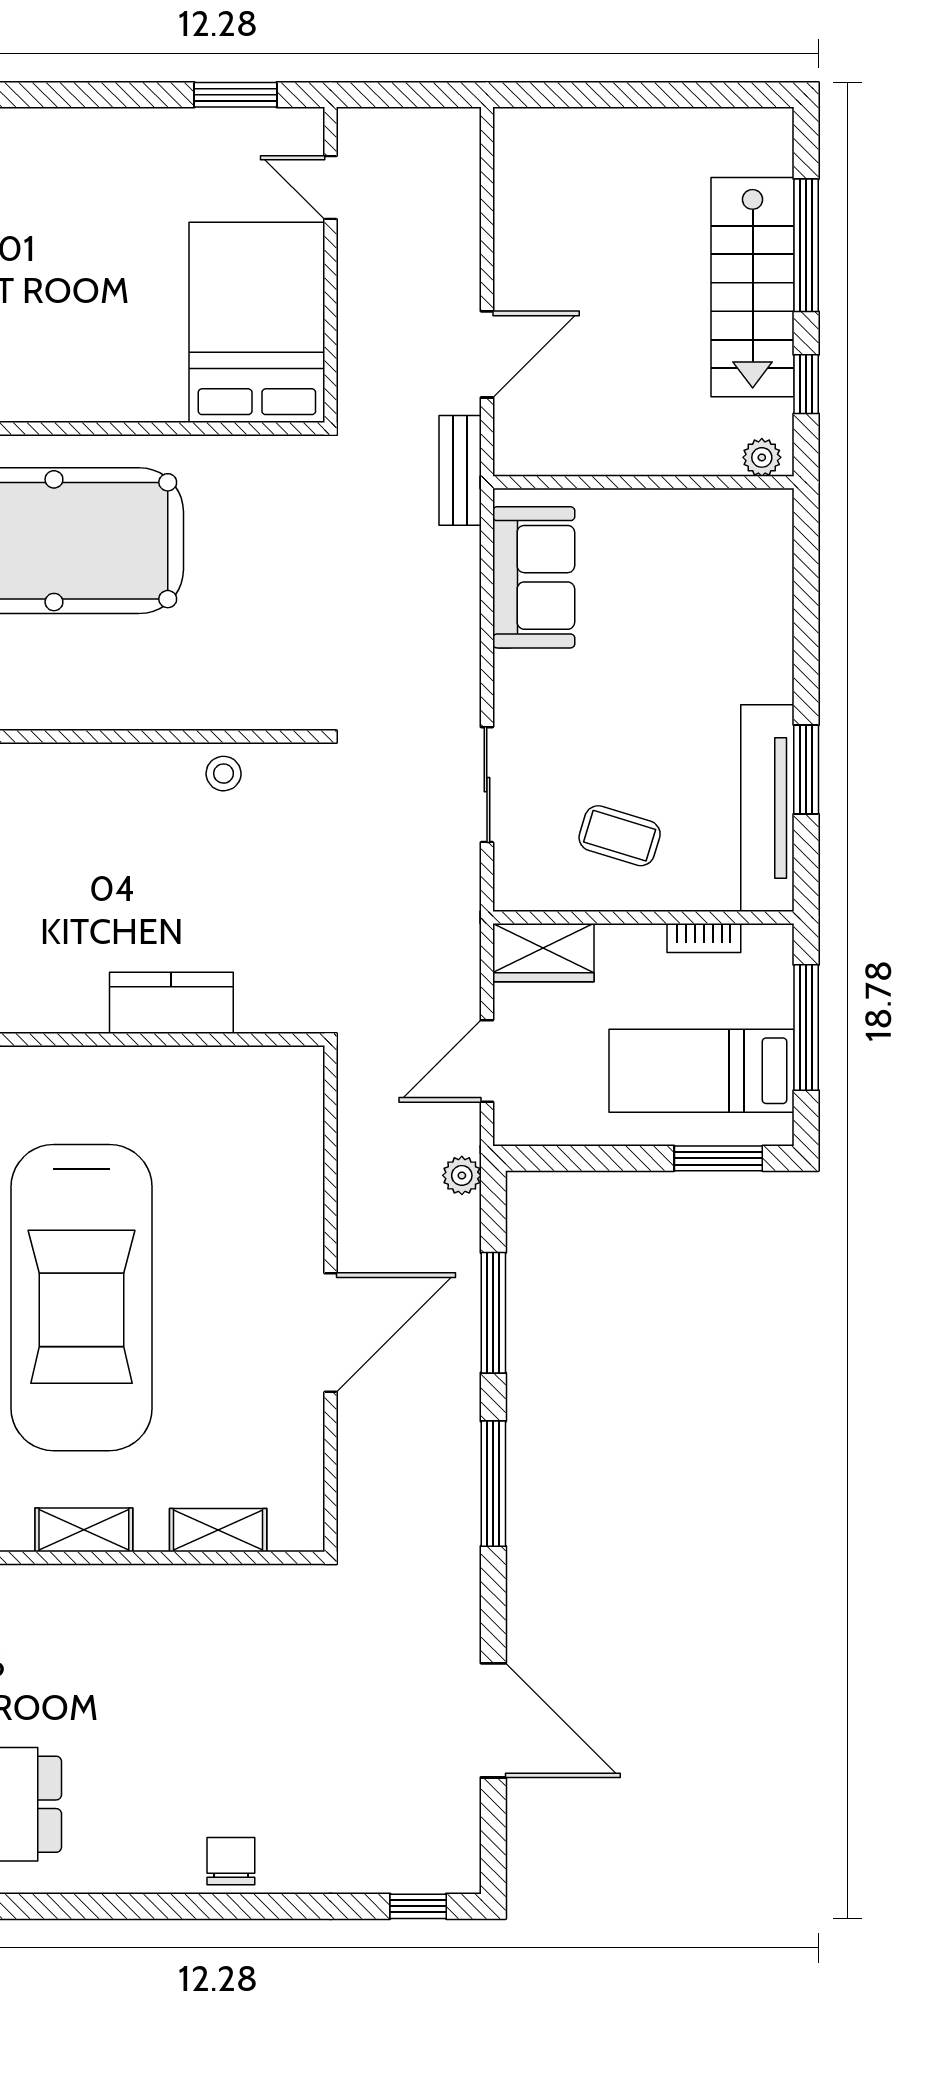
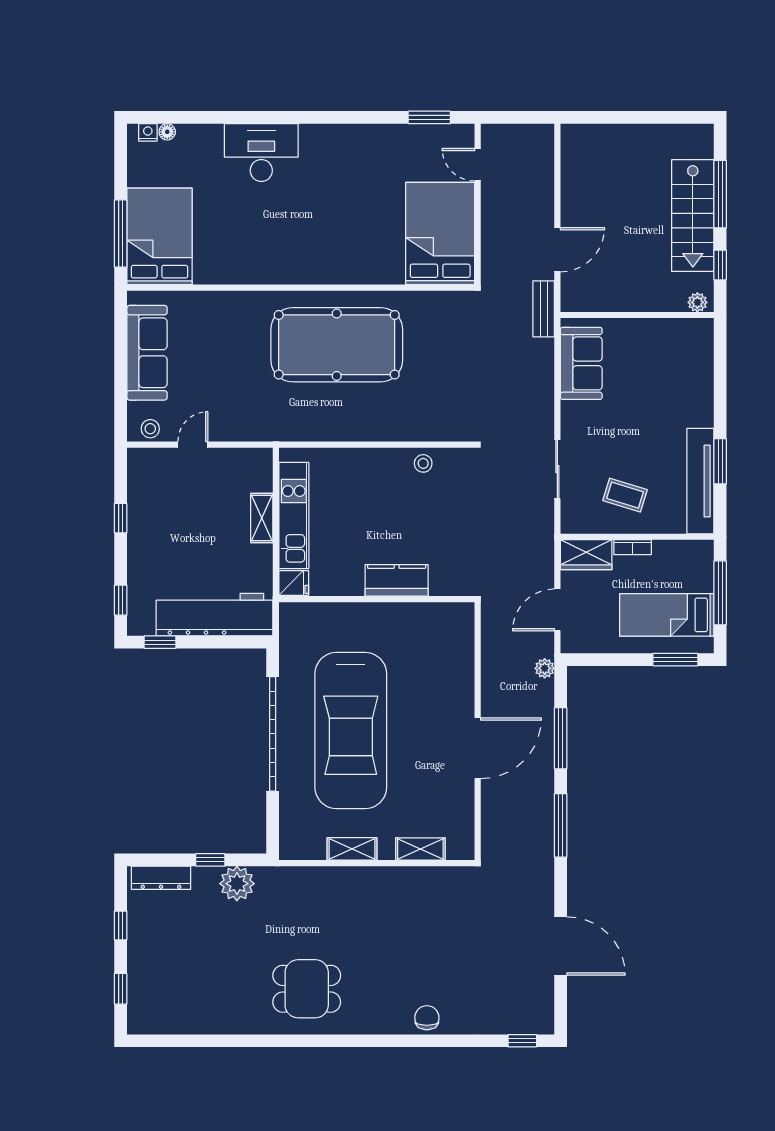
bookcase: (704, 938) -> (633, 547), moved

